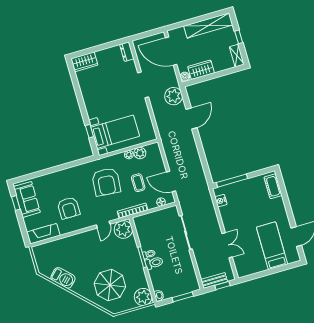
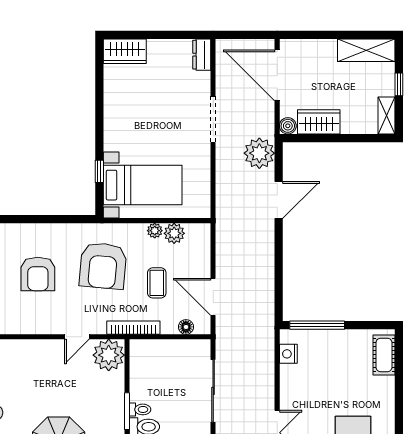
shelving: (208, 25) -> (366, 50), width x0.68
armchair: (69, 208) -> (38, 274), moved

